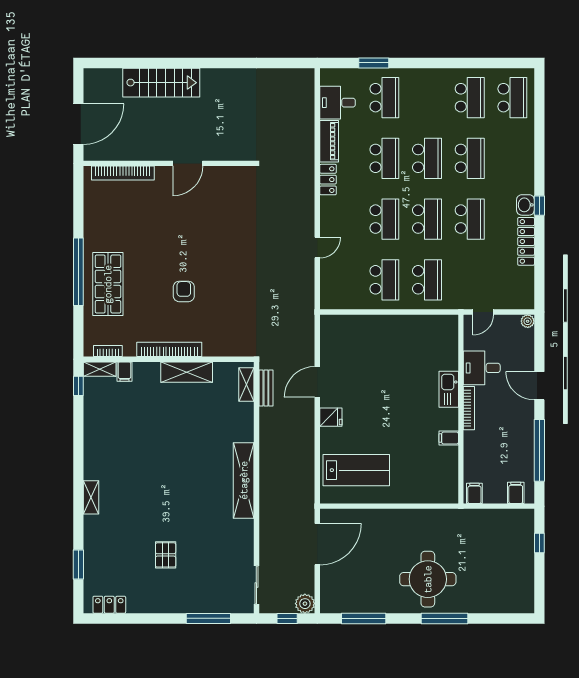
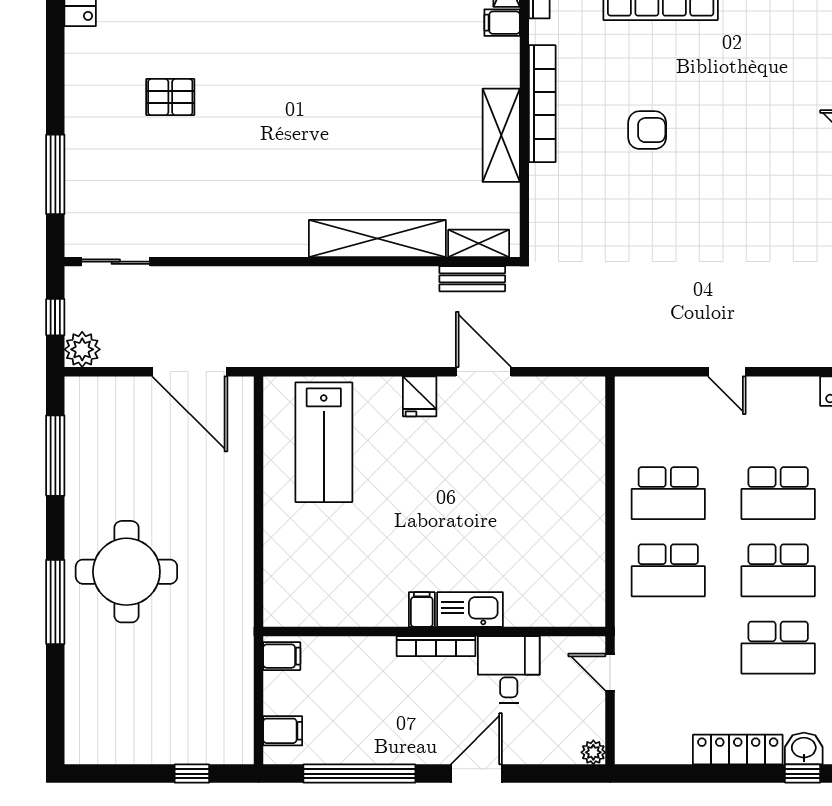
filing cabinet: (449, 438) -> (422, 610), moved
shelving: (244, 480) -> (377, 238), moved

